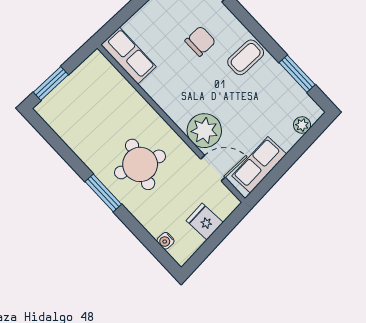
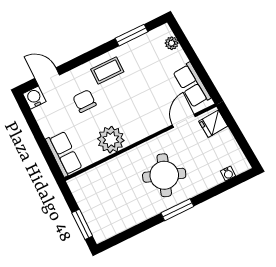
row of seats: (128, 56) -> (64, 154), moved, turned 90
coffee table: (246, 57) -> (107, 70), turned 90
plant: (204, 131) -> (111, 140), moved
fridge: (205, 222) -> (213, 124), moved

